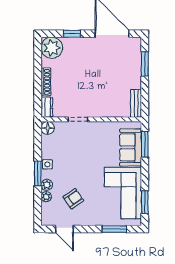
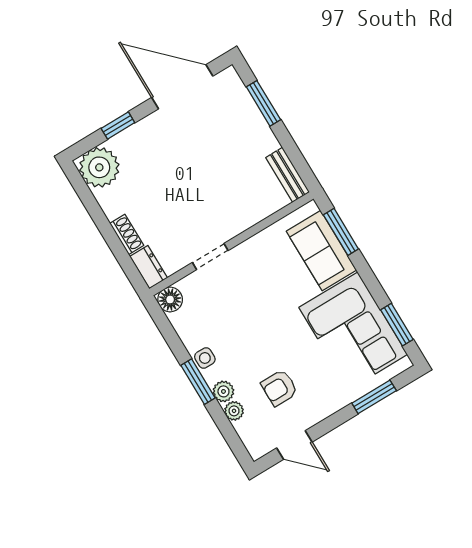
shoe rack: (46, 82) -> (127, 234), width x0.70
armchair: (73, 199) -> (279, 388), turned -145

